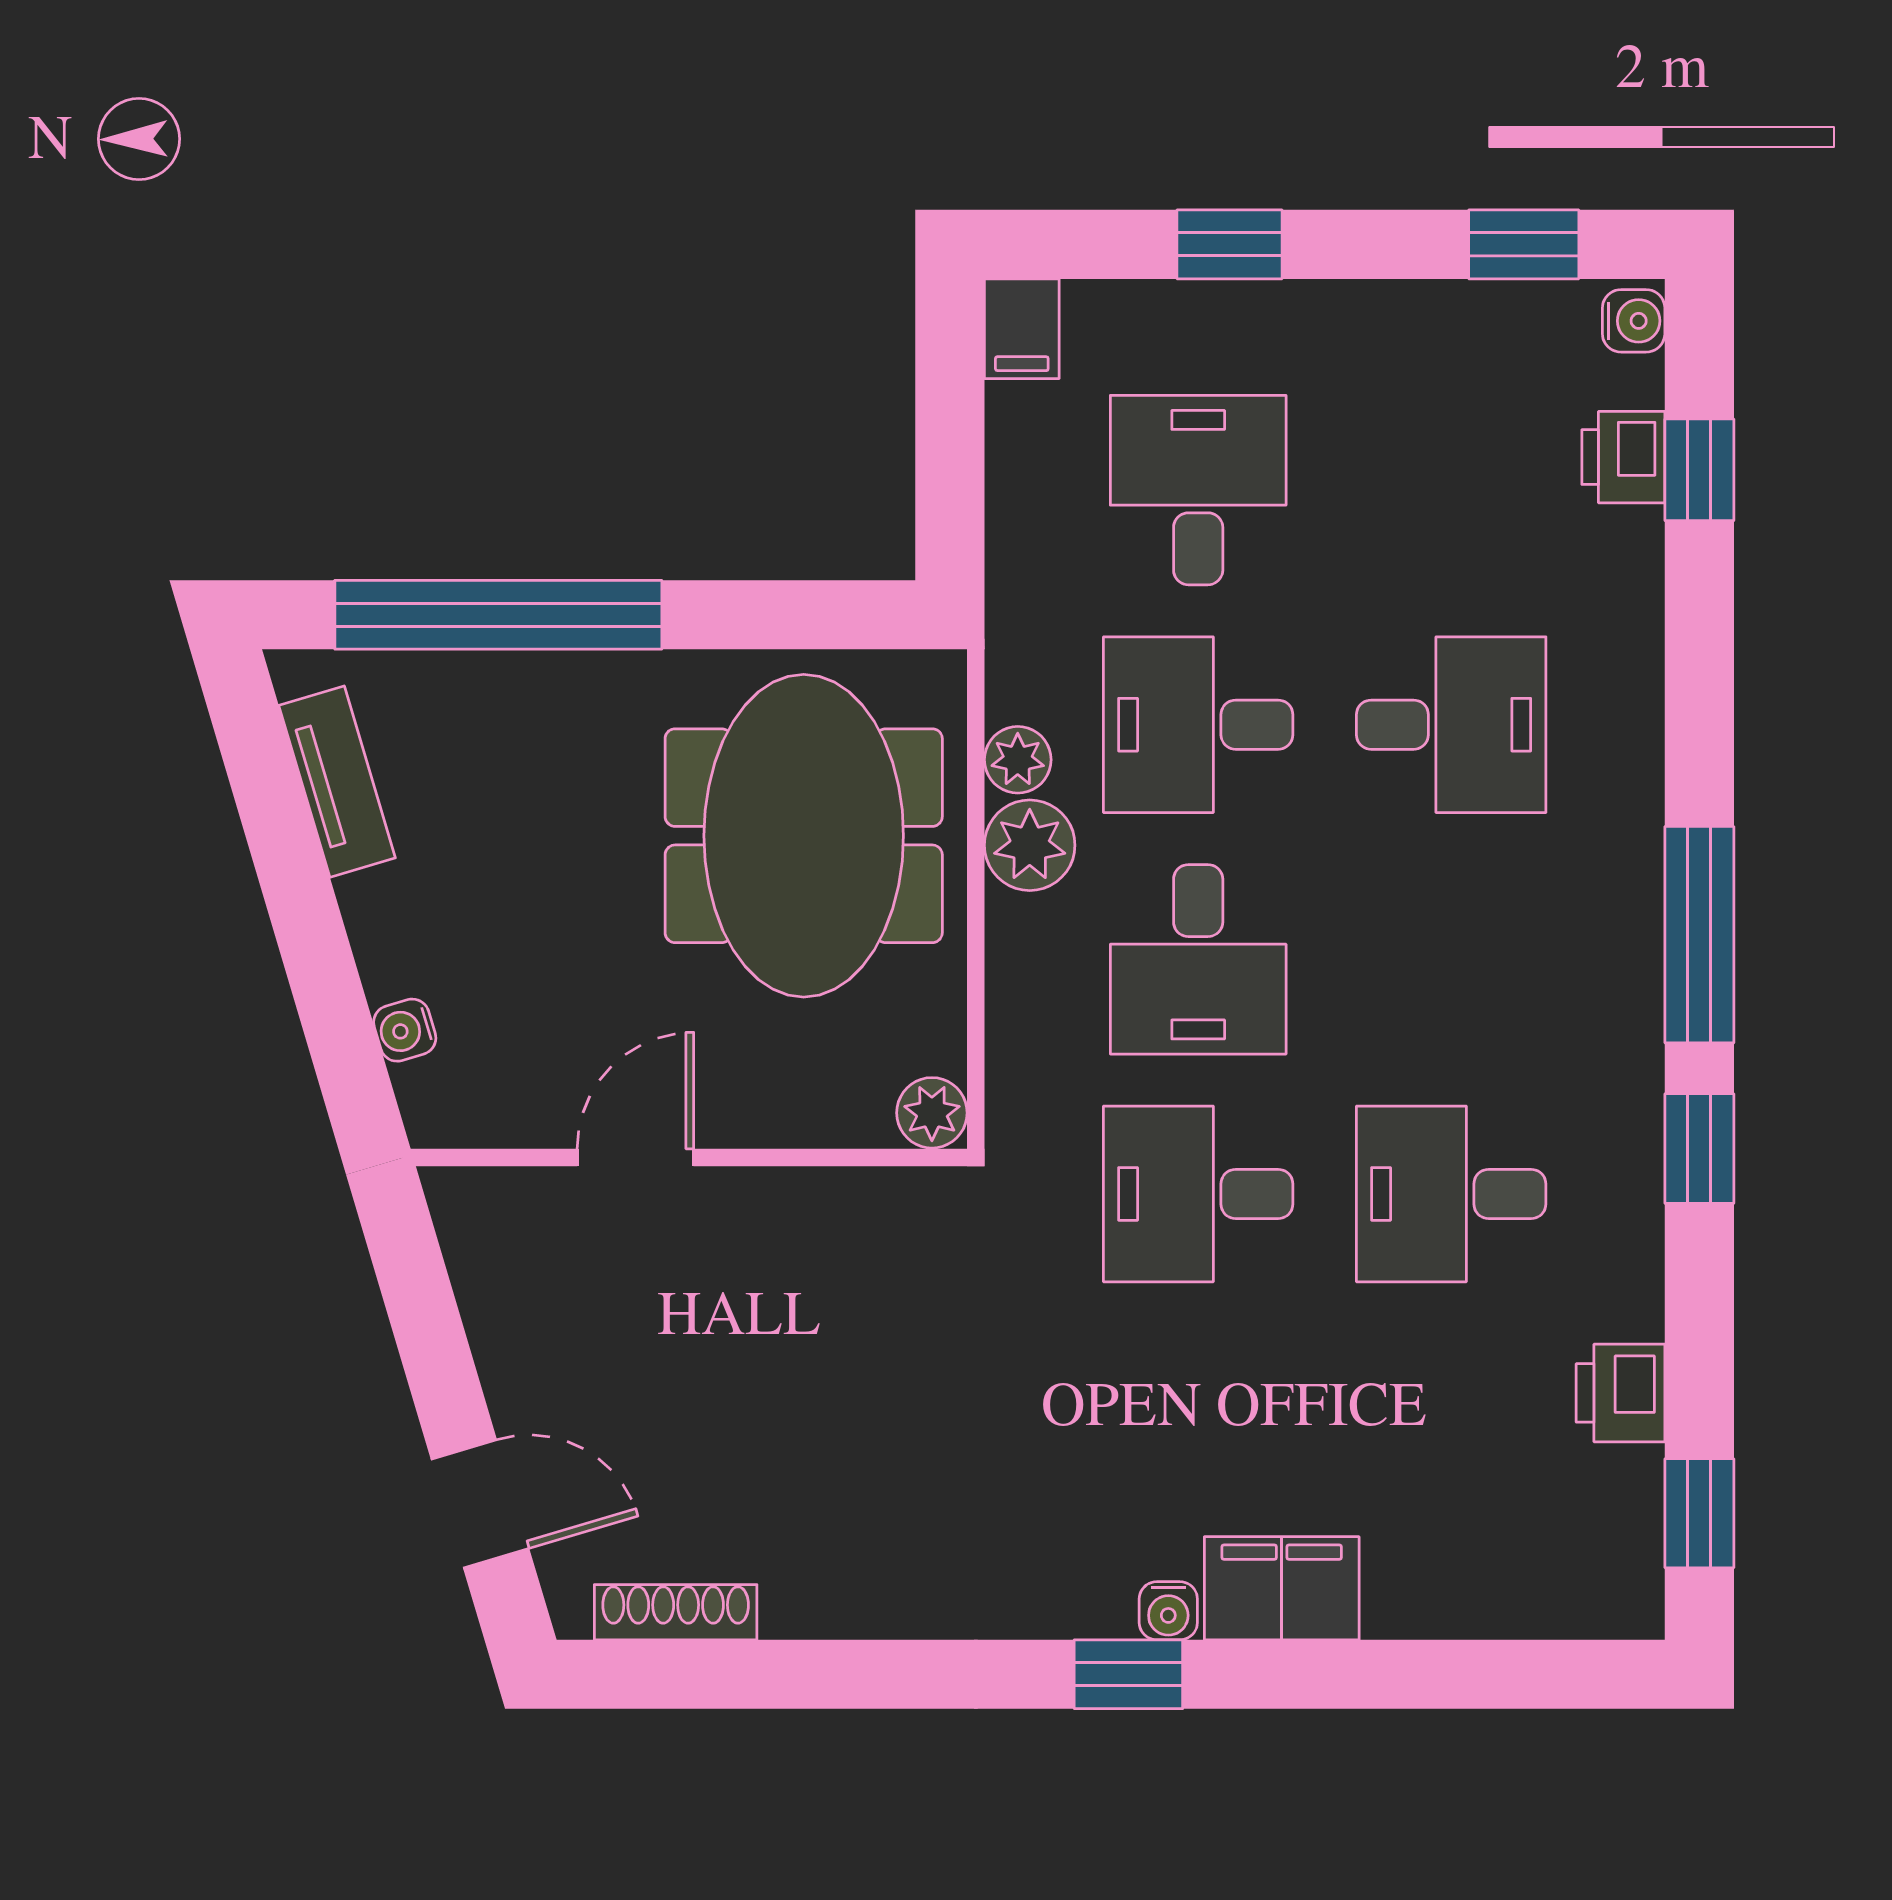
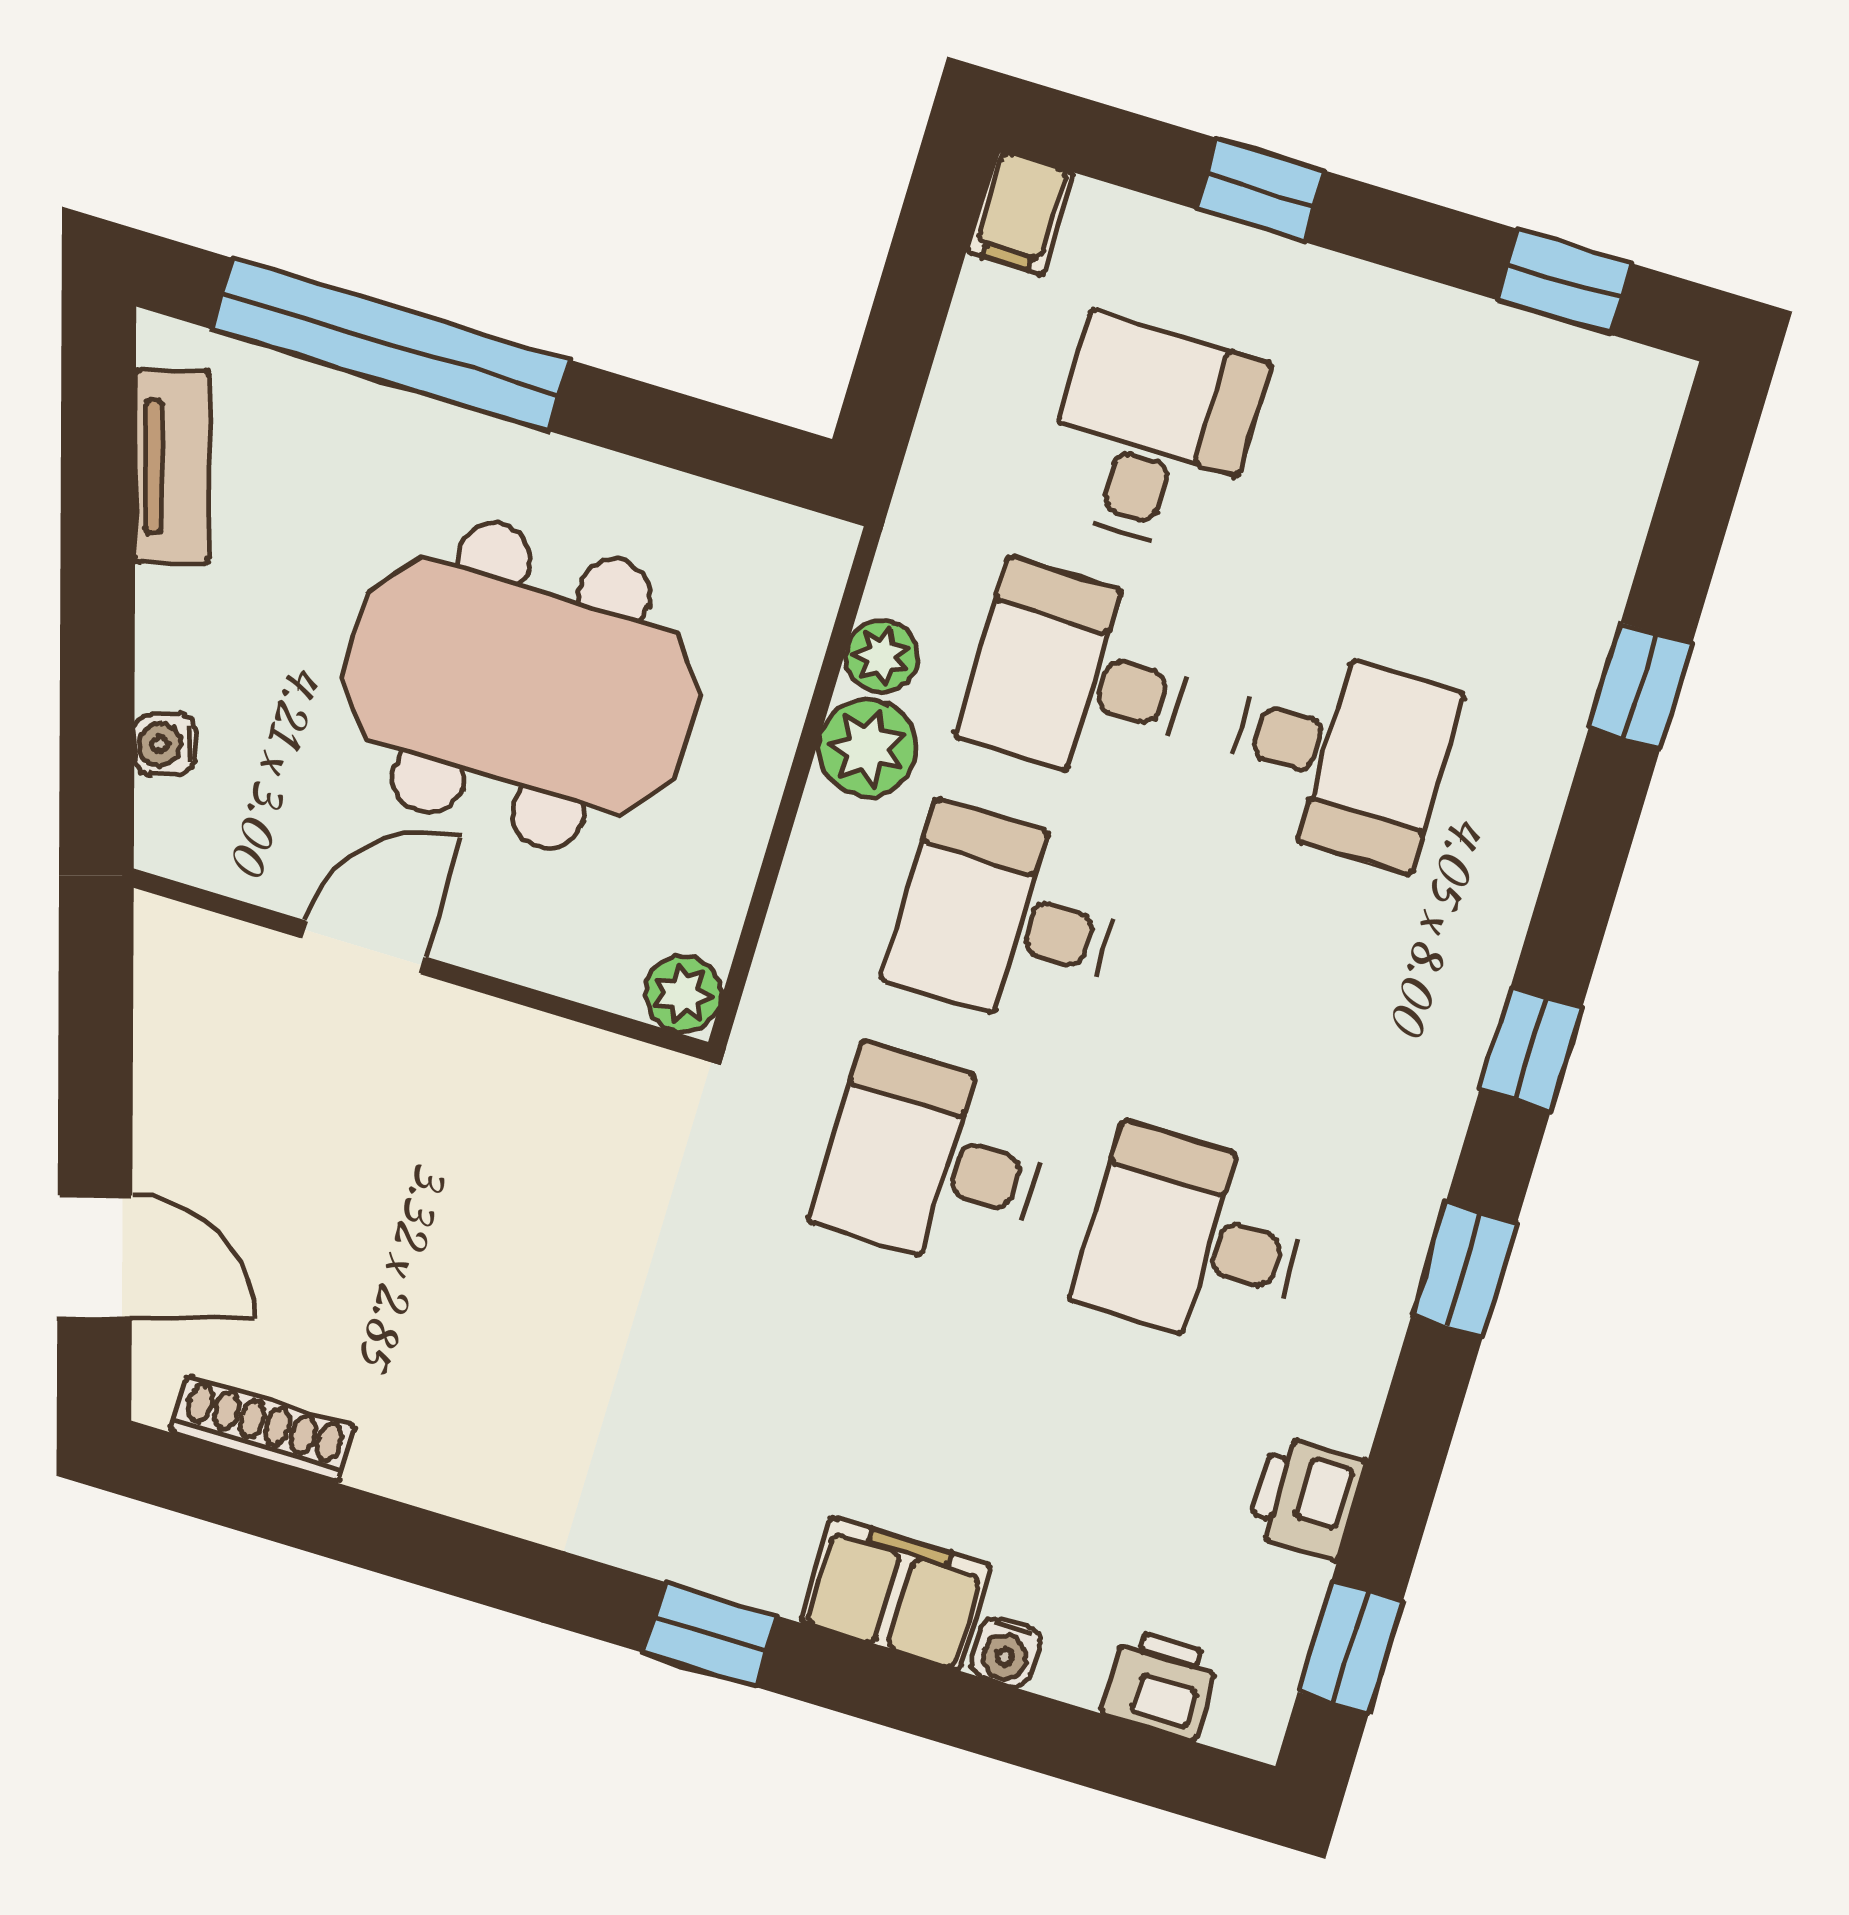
water cooler: (1634, 321) -> (1654, 395), removed
printer: (1623, 457) -> (1160, 1685), moved, turned 90
window: (1699, 470) -> (1640, 686), moved
meeting table: (804, 836) -> (521, 686), moved, turned 90
window: (1699, 935) -> (1531, 1049), width x0.46
desk: (1198, 959) -> (1006, 918), turned 90
water cooler: (1168, 1611) -> (1006, 1652), moved

